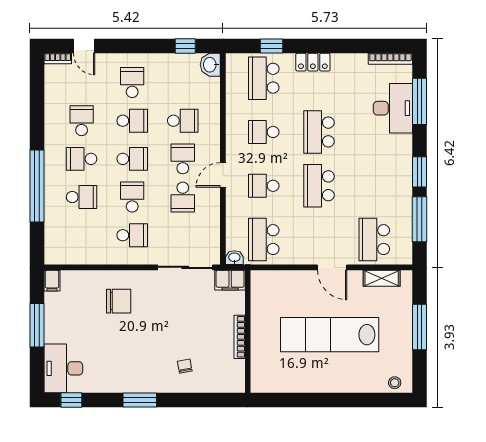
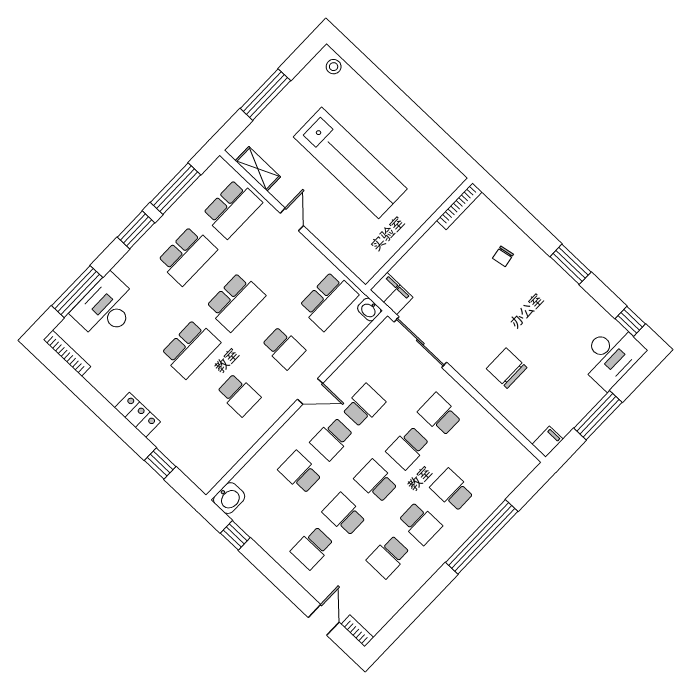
school desk: (264, 78) -> (187, 256), moved
door: (332, 267) -> (292, 219), width x0.73
bookcase: (240, 337) -> (459, 206), moved

